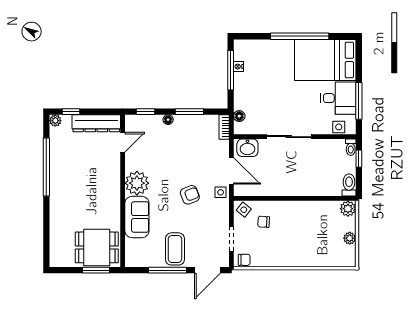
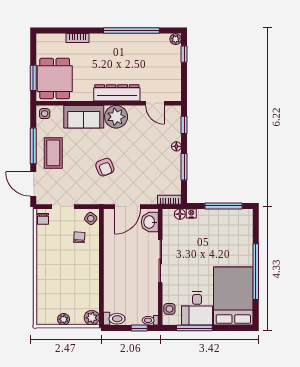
nightstand: (238, 67) -> (191, 213), moved
dresser: (96, 123) -> (117, 93), moved, turned 90
side table: (221, 192) -> (45, 114), moved
bookcase: (54, 223) -> (78, 38), added
coffee table: (175, 249) -> (53, 153), turned 90

